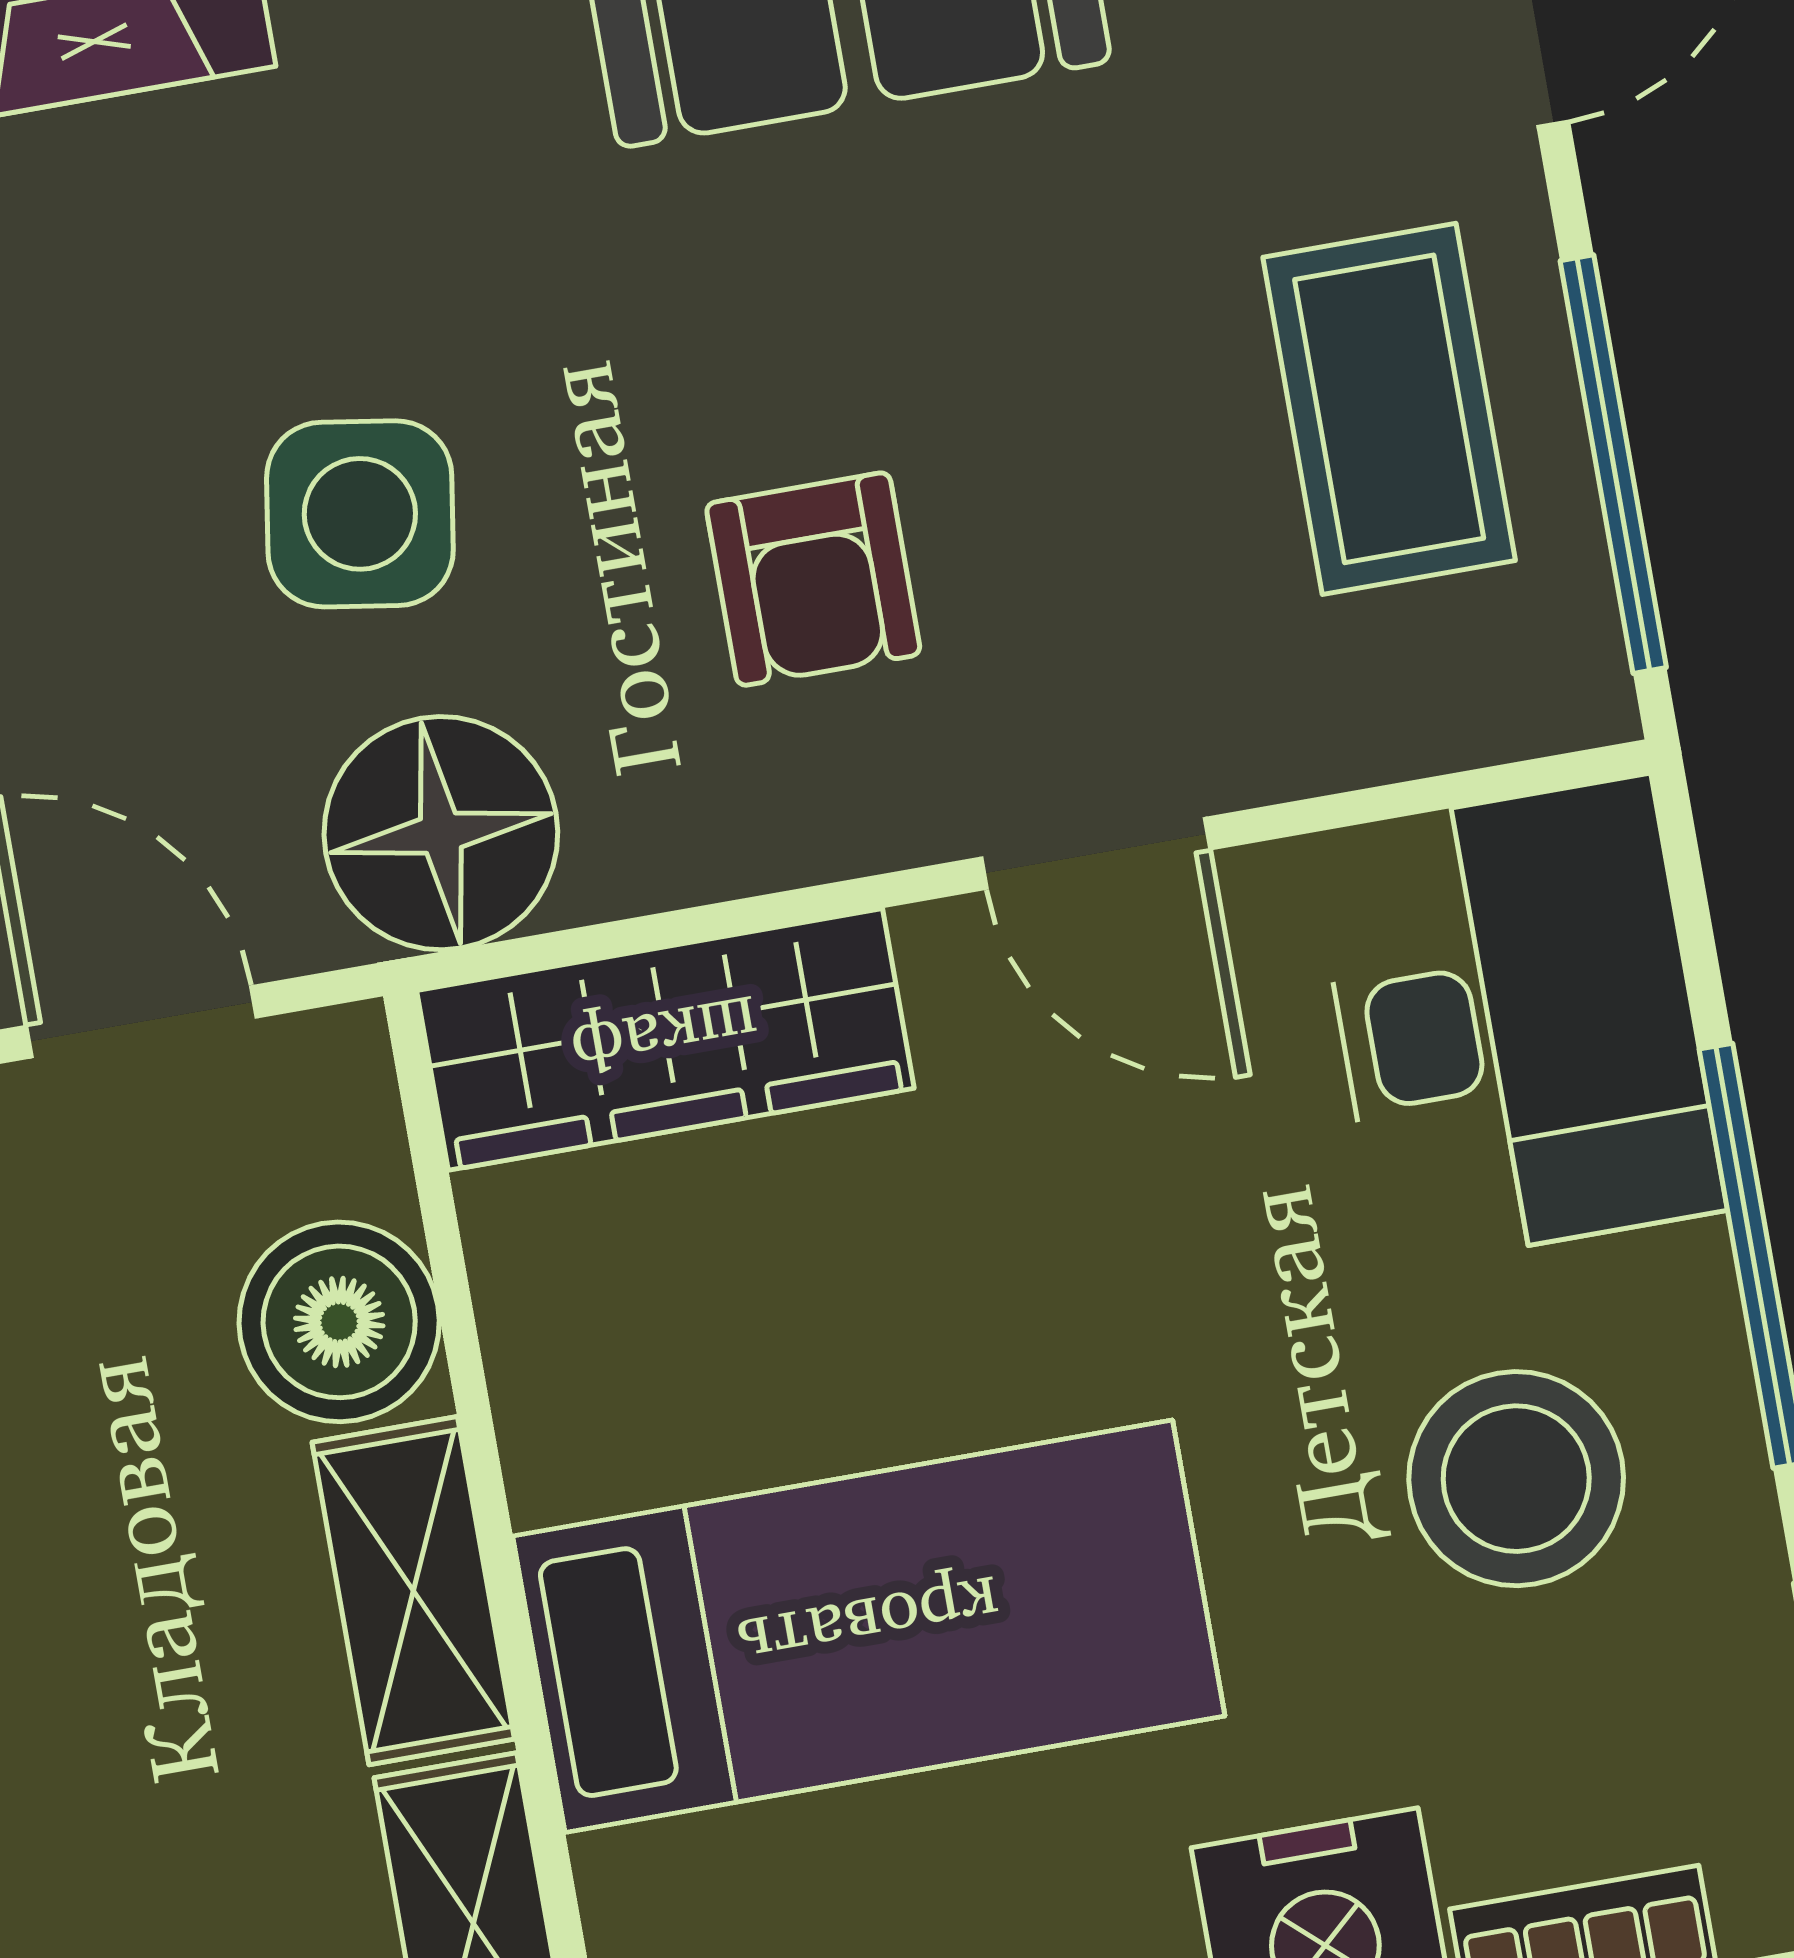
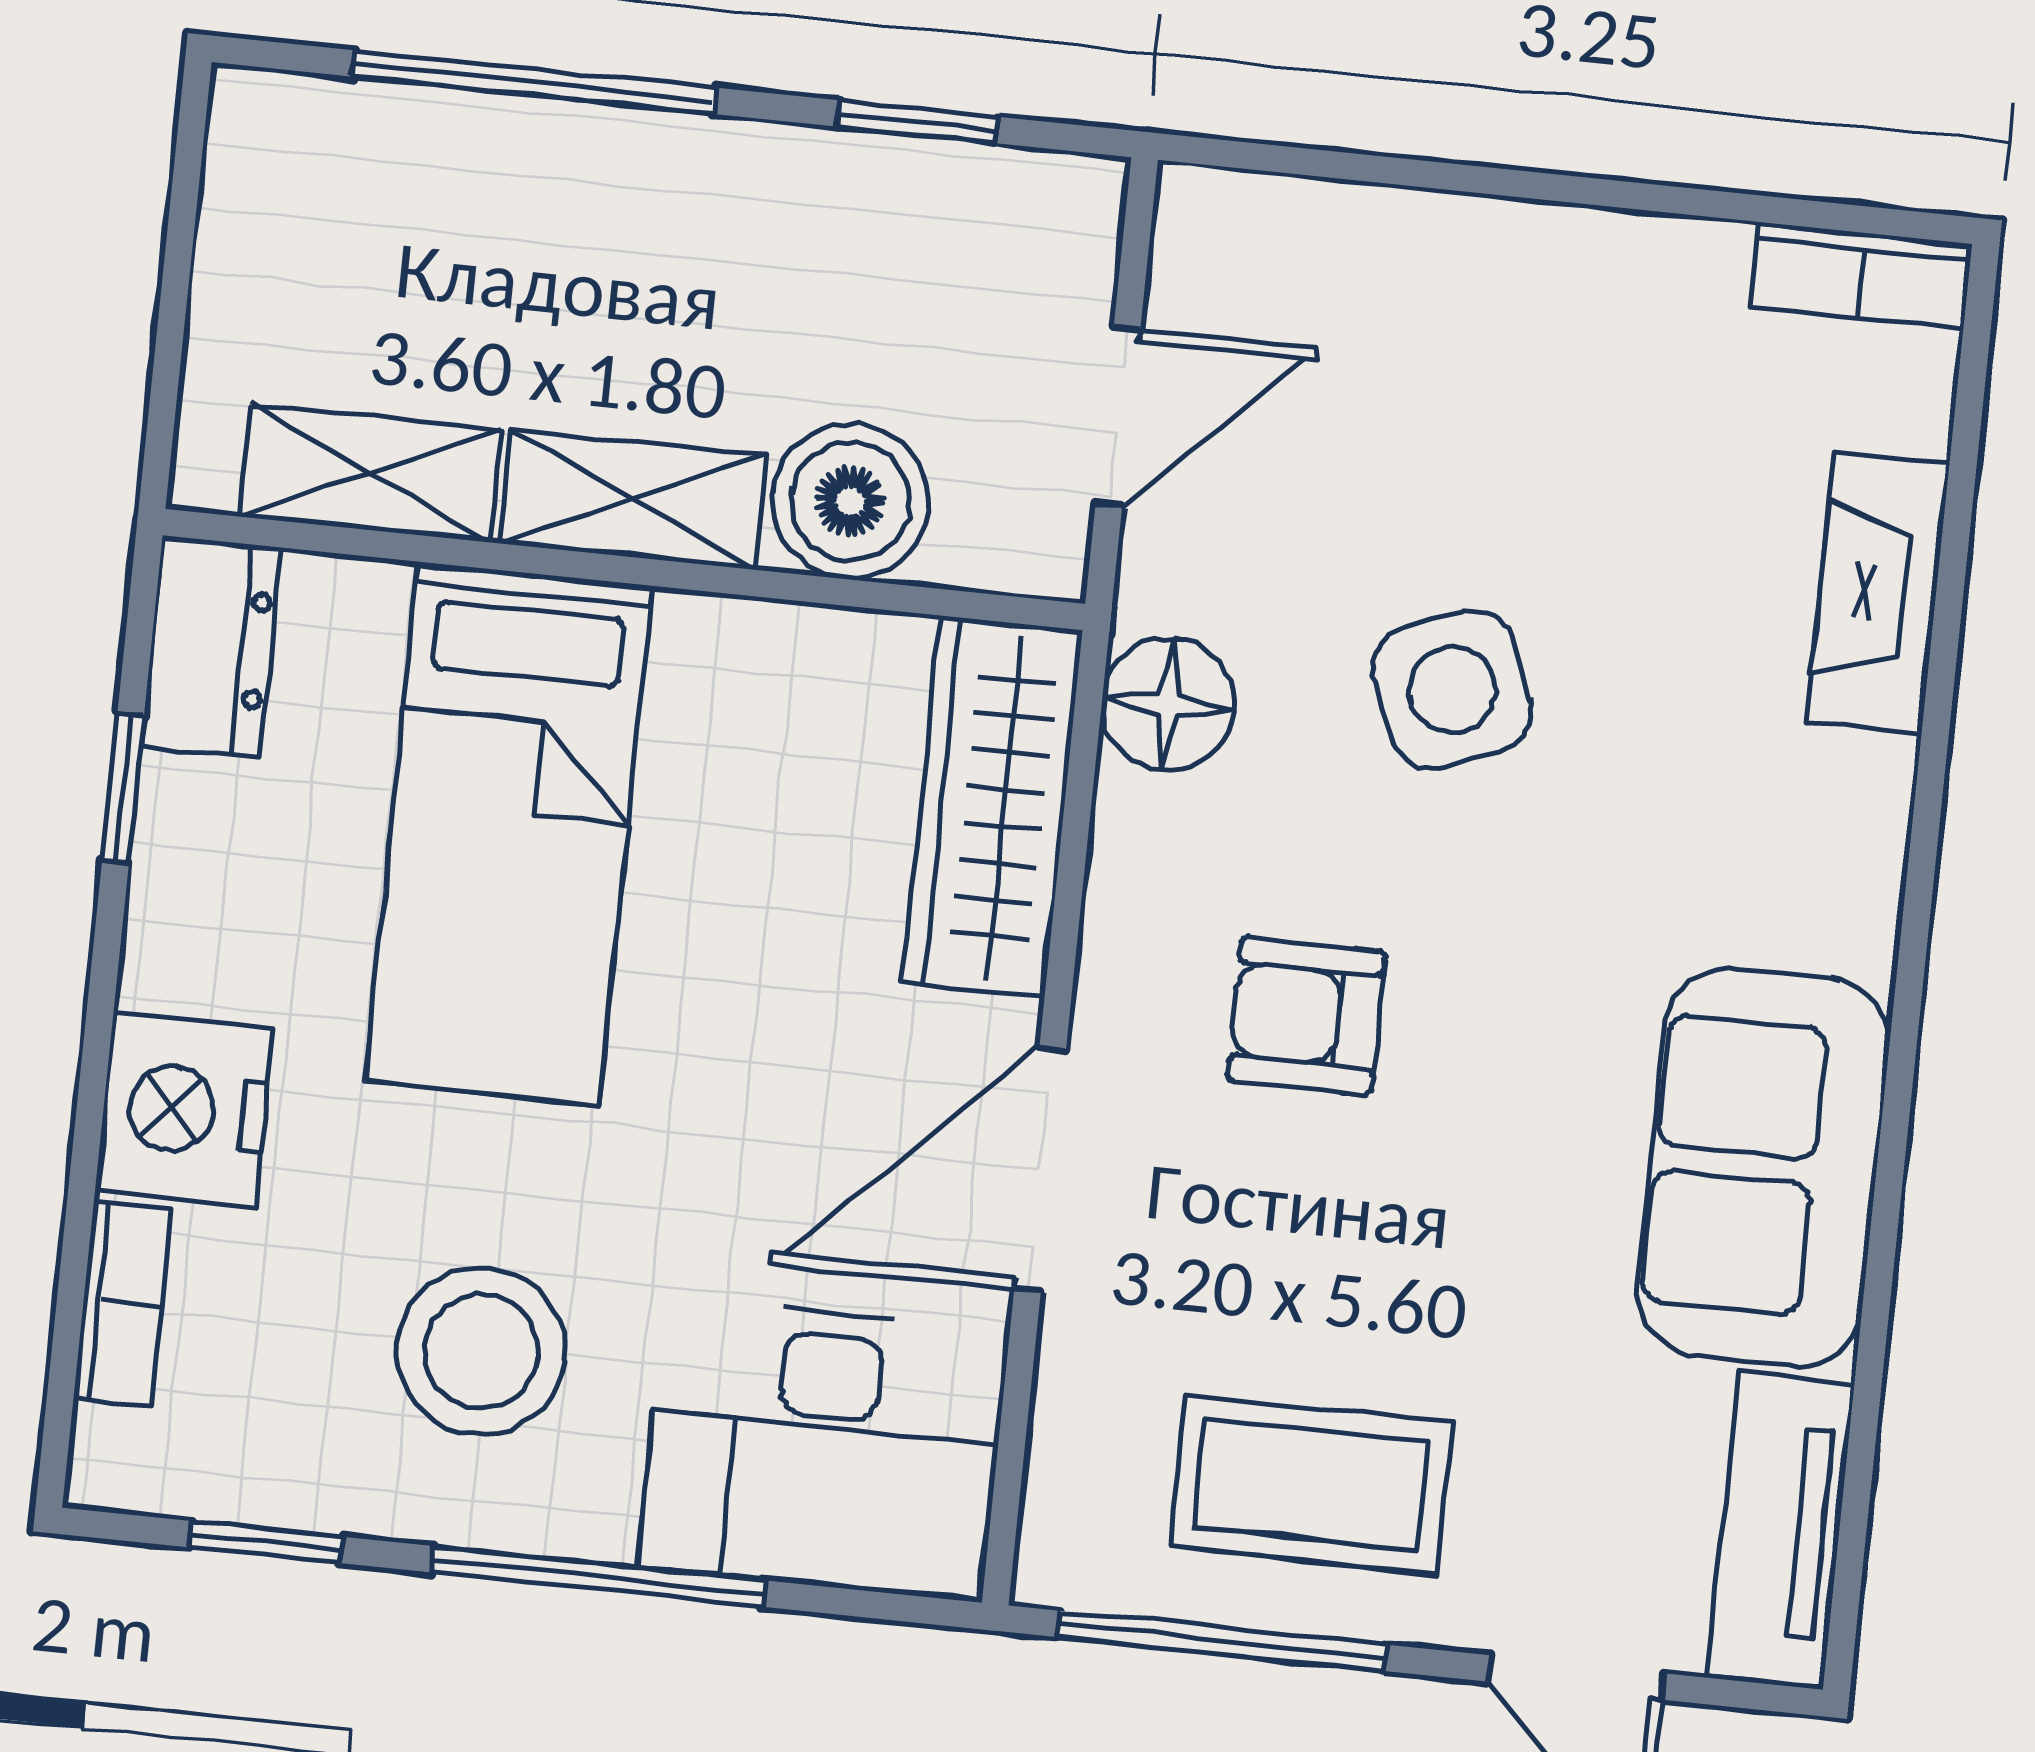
side table: (360, 514) -> (1452, 690), turned -31
floor lamp: (441, 833) -> (1168, 704), width x0.73, depth x0.73
door: (1096, 853) -> (1040, 1169), width x1.38

